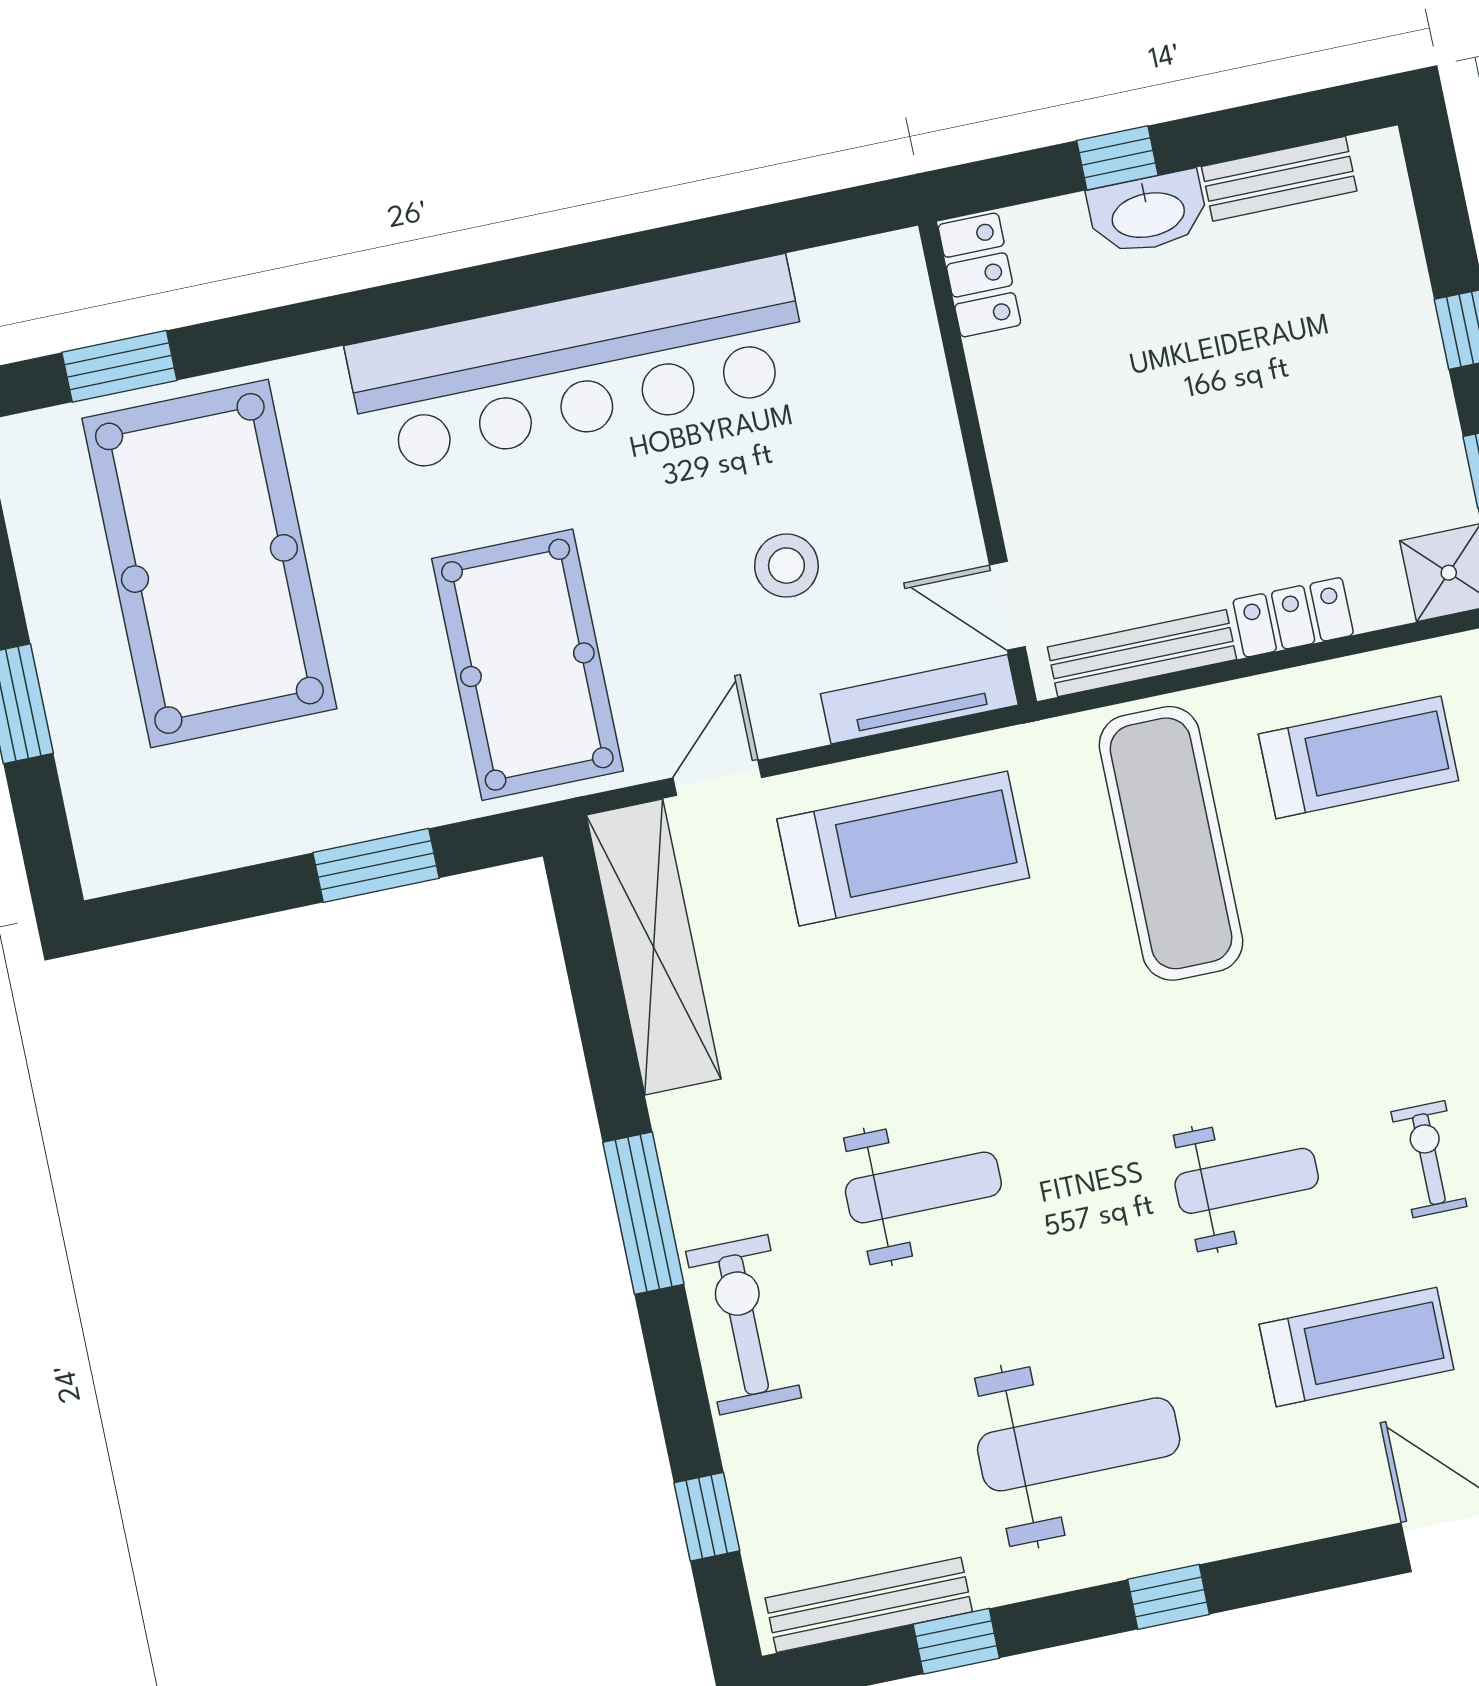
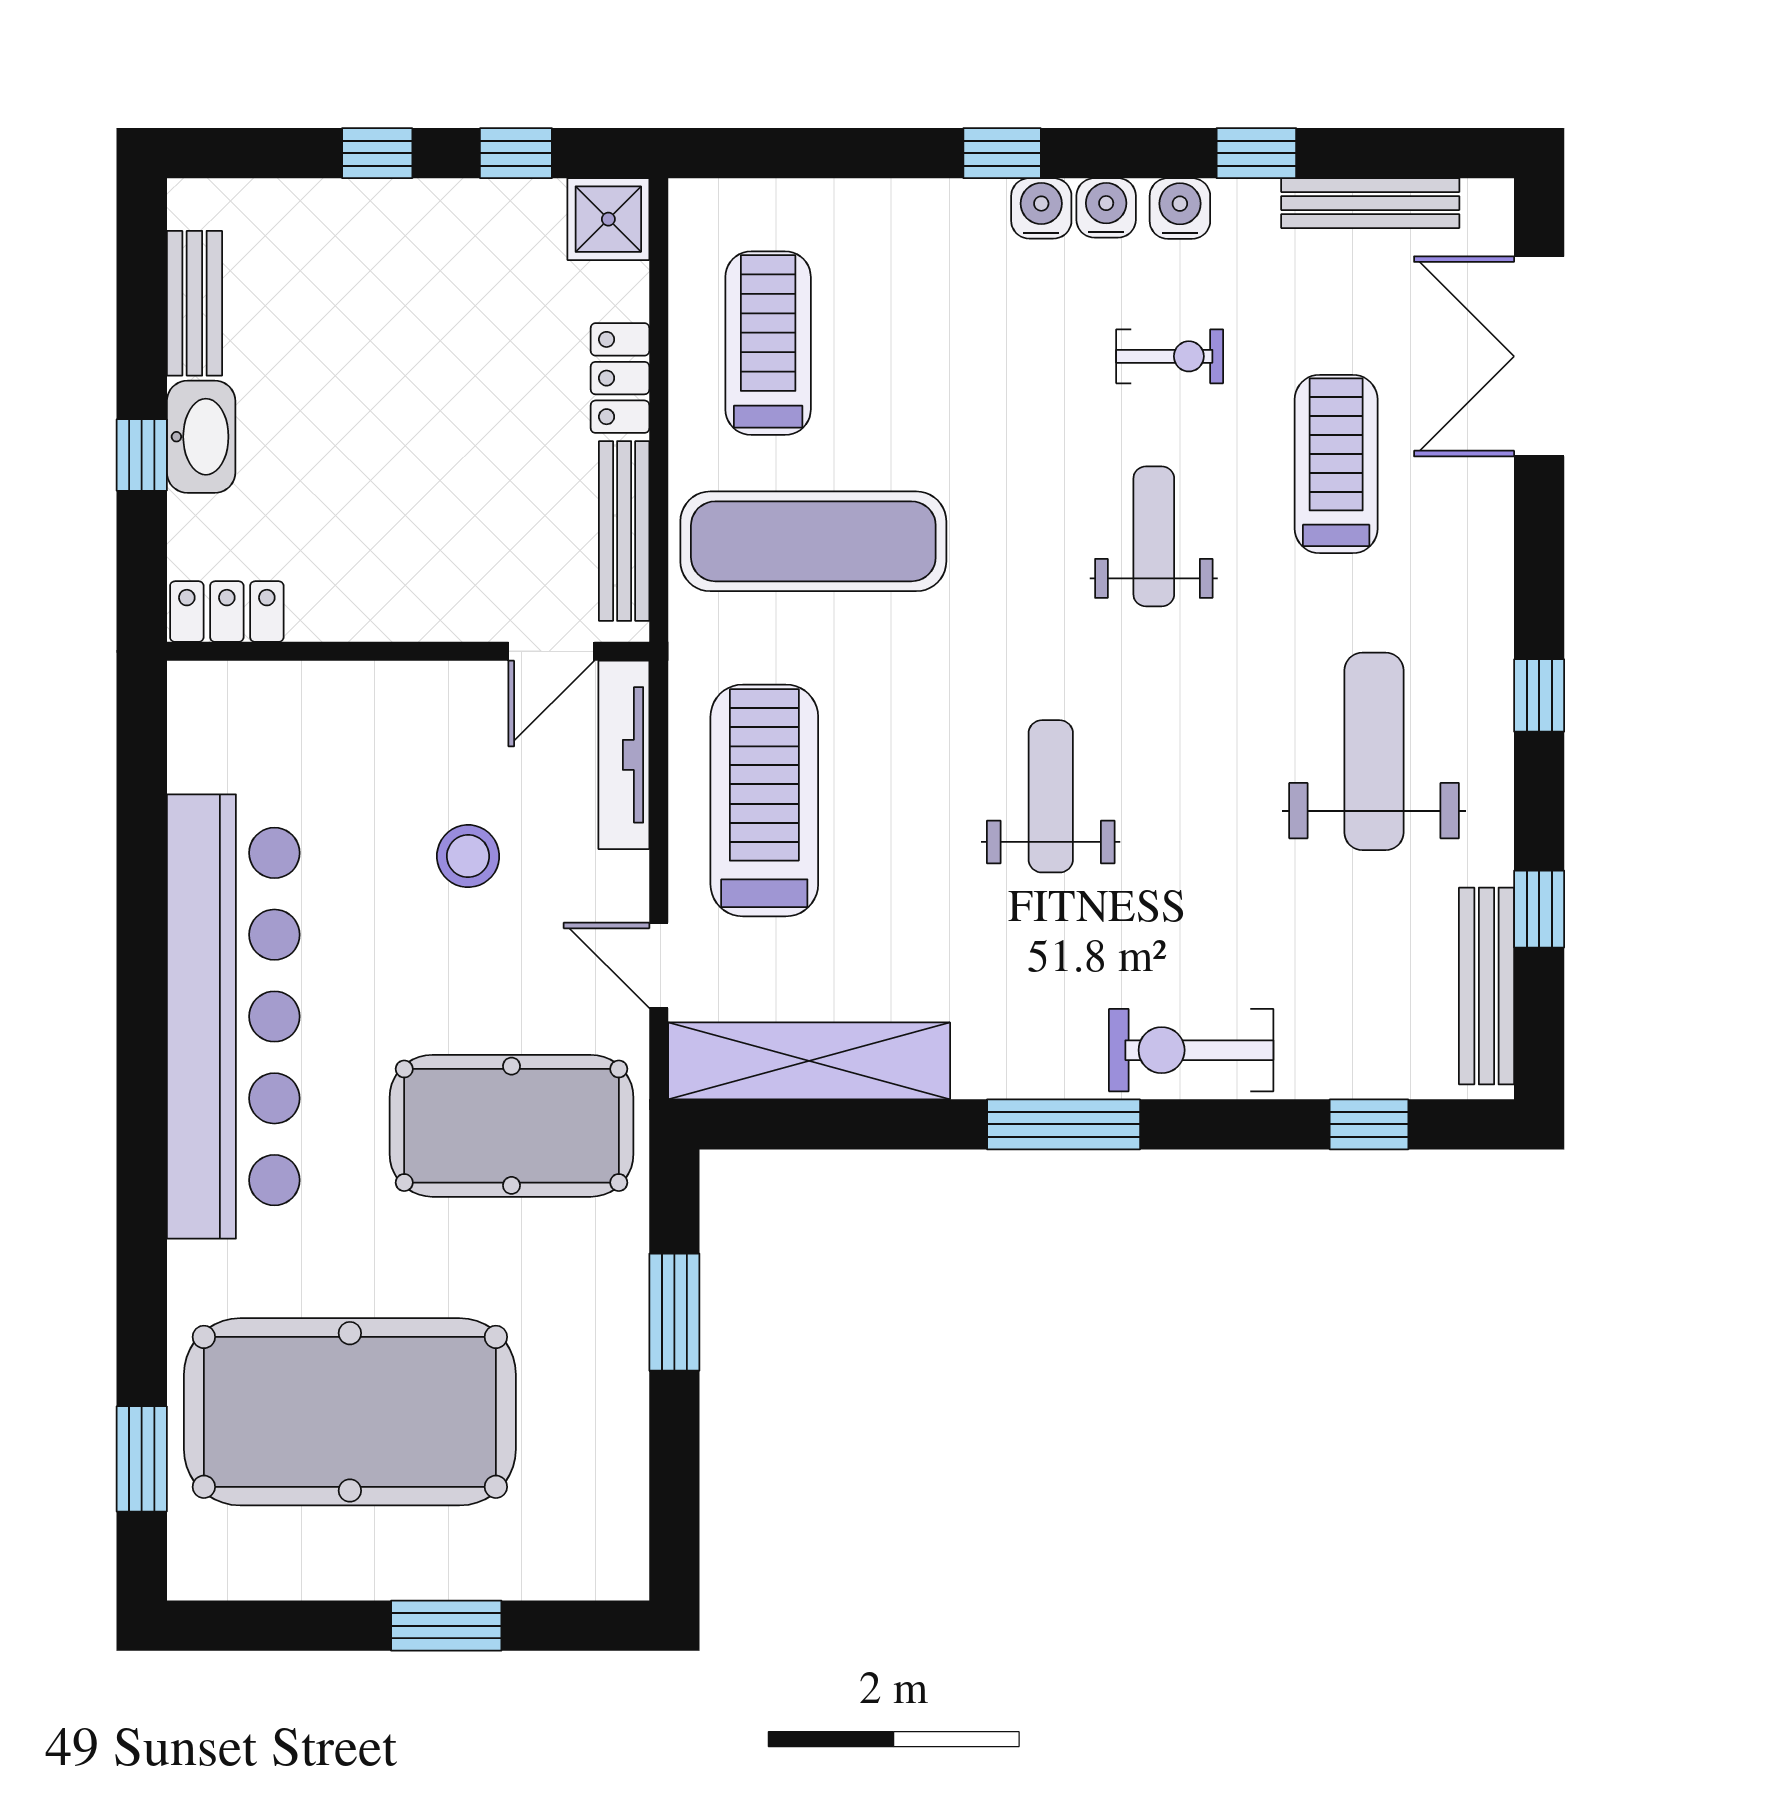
exercise bike: (1429, 1159) -> (1170, 356), turned 180
weight bench: (923, 1187) -> (1051, 796), moved

